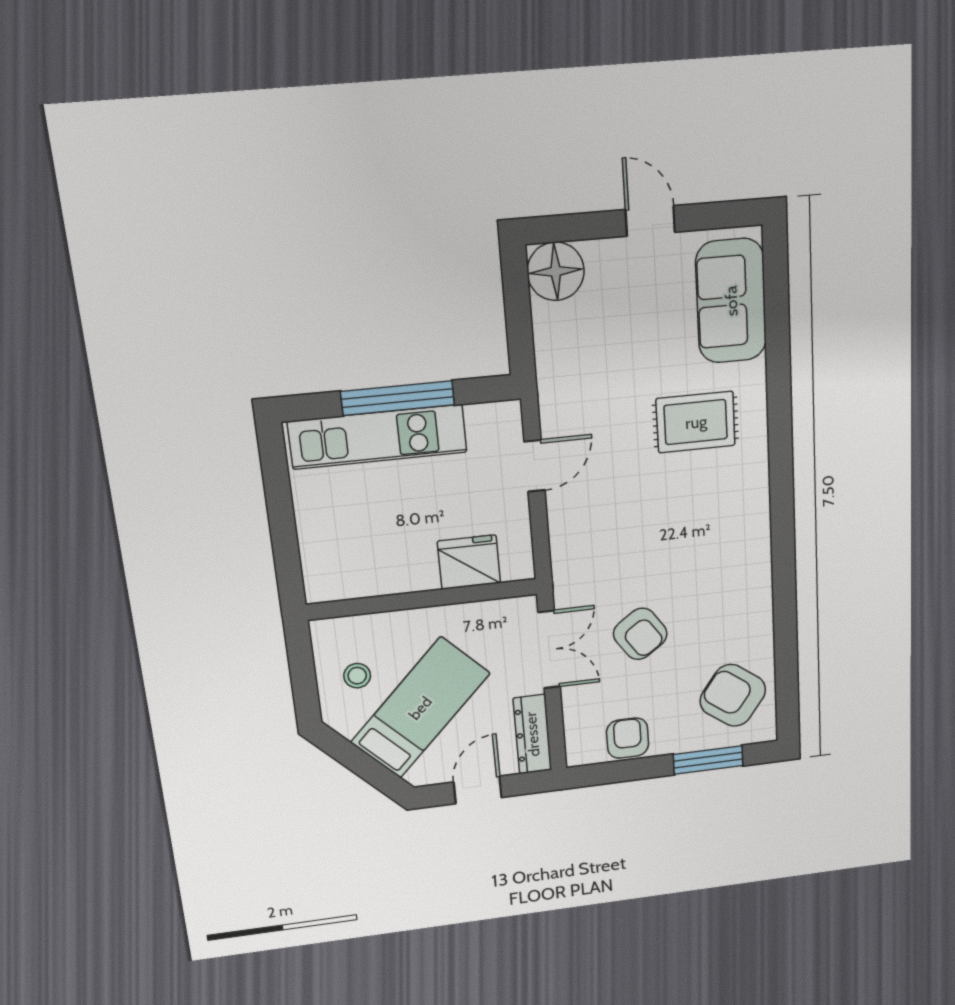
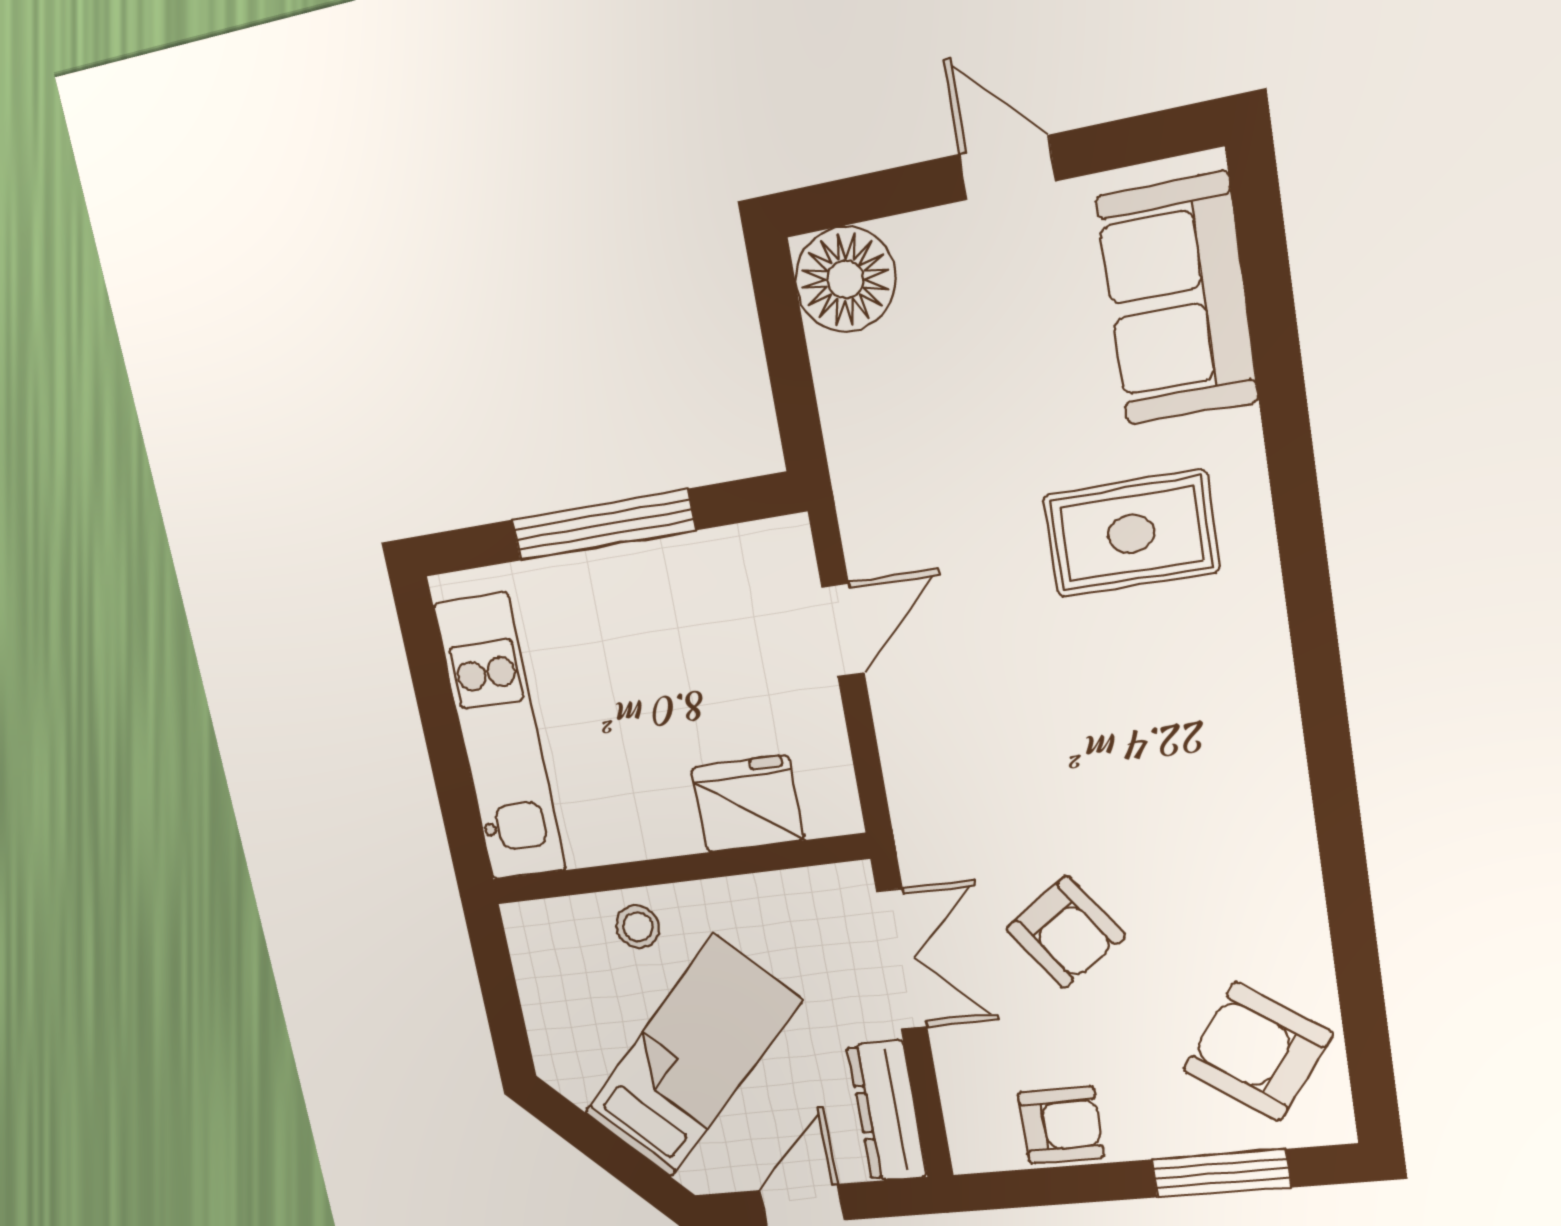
kitchen unit: (378, 437) -> (500, 738), moved, turned -90
stool: (357, 676) -> (638, 927), moved
armchair: (628, 738) -> (1061, 1125), turned 90

